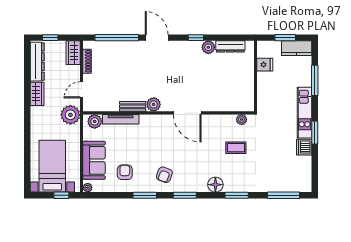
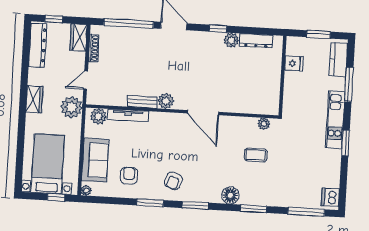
kitchen counter: (297, 48) -> (338, 59), moved, turned 90
wardrobe: (37, 94) -> (34, 99), moved
dishwasher: (304, 147) -> (330, 197), moved

